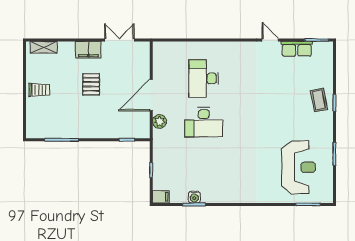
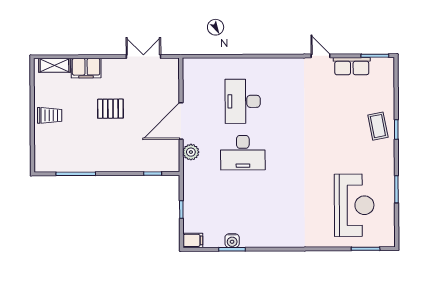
filing cabinet: (88, 50) -> (86, 68), moved
pallet: (91, 84) -> (110, 109), turned 90

